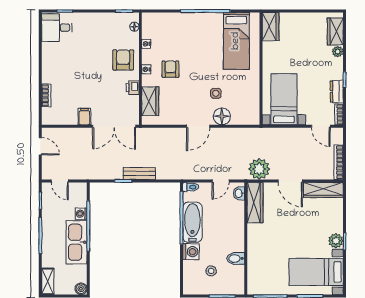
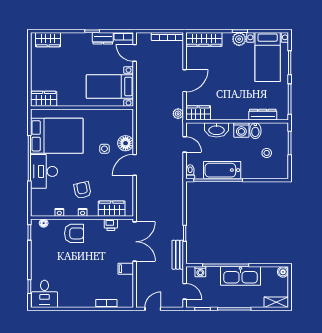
desk: (191, 27) -> (44, 171), added
bed: (236, 41) -> (57, 136), width x1.50
plant: (338, 52) -> (66, 37), removed
armchair: (123, 60) -> (74, 233), turned 180
armchair: (170, 69) -> (82, 190), turned 78
printer: (133, 88) -> (111, 225), moved
door: (198, 126) -> (135, 165), swing flipped
door: (321, 126) -> (135, 53), swing flipped
plant: (259, 169) -> (178, 114), width x0.53, depth x0.53
bench: (139, 173) -> (178, 255), moved
door: (60, 181) -> (185, 291), hinge flipped
wardrobe: (323, 190) -> (204, 39), moved, turned 90
washbasin: (239, 193) -> (217, 130), moved, width x1.91, depth x1.45
wardrobe: (255, 203) -> (198, 113), width x0.67
washing machine: (81, 214) -> (200, 272), moved
washing machine: (191, 252) -> (241, 130), moved, turned 180
dresser: (253, 267) -> (263, 115), added

